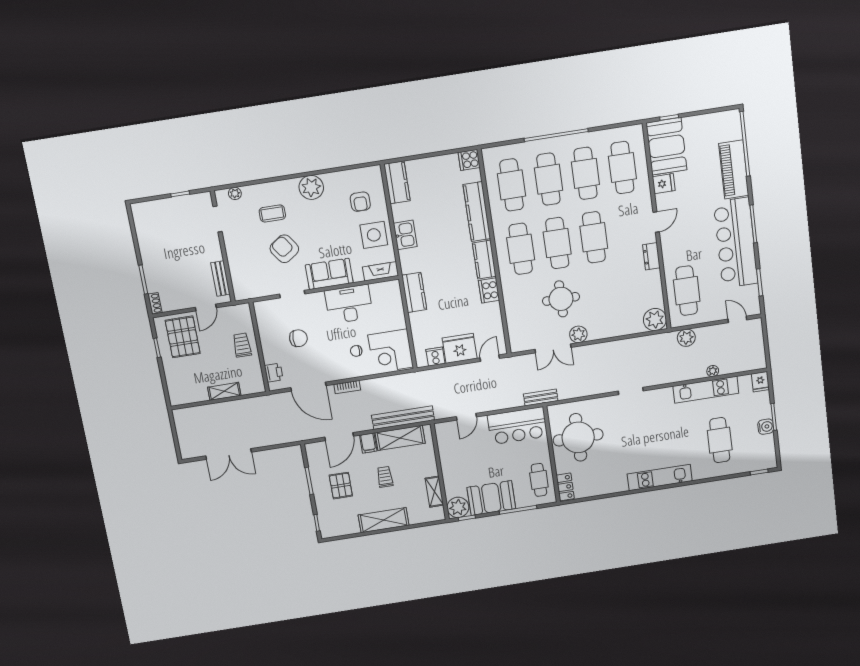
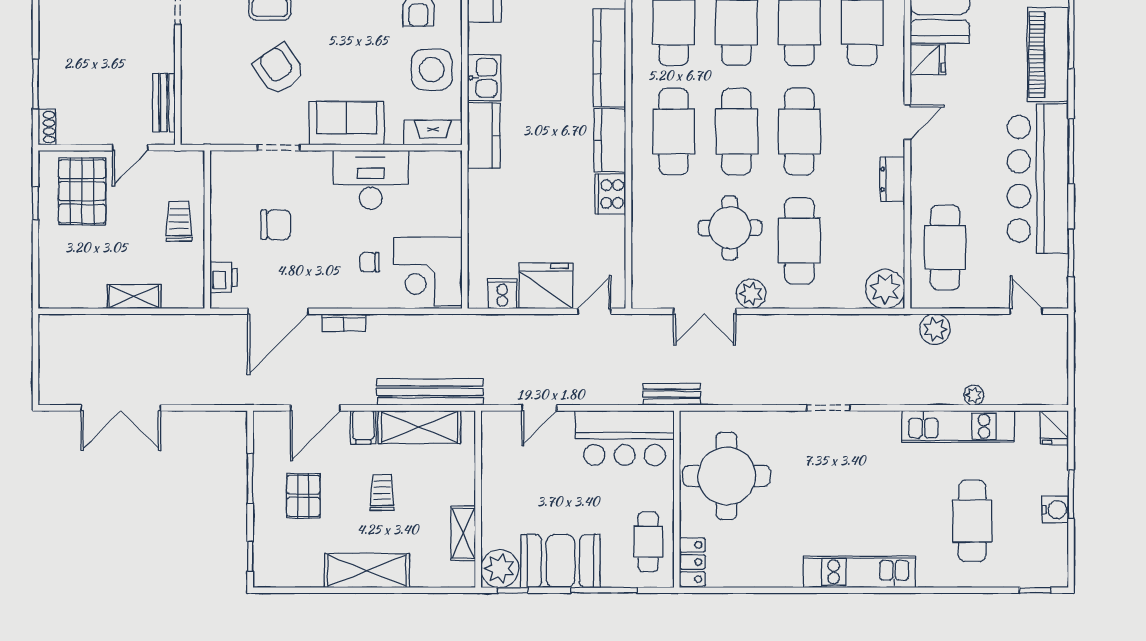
kitchen counter: (414, 292) -> (484, 136), moved
cafe table: (602, 300) -> (799, 241), added
door: (308, 387) -> (278, 311), hinge flipped

